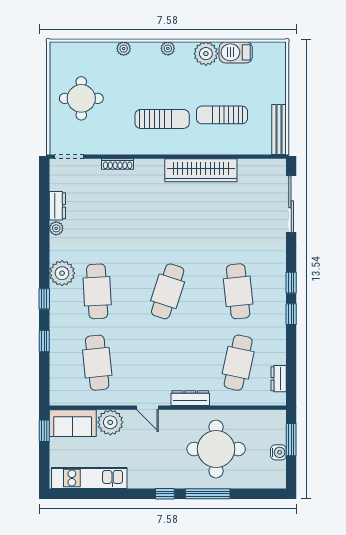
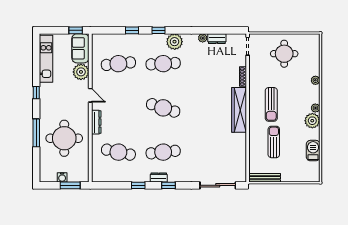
plant: (206, 54) -> (312, 121), moved
wardrobe: (201, 170) -> (239, 110), moved
window: (291, 314) -> (138, 185), moved
dresser: (279, 379) -> (159, 177), moved
door: (148, 408) -> (90, 95), swing flipped
window: (165, 494) -> (36, 93), moved

